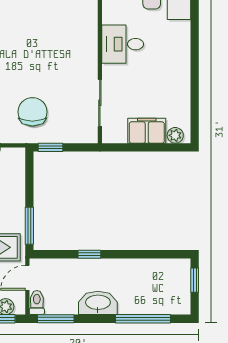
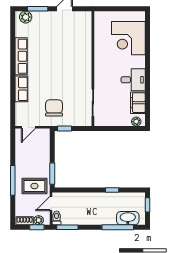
desk: (123, 44) -> (133, 80), moved, turned 180
filing cabinet: (147, 131) -> (138, 103), moved, turned -90
window: (89, 254) -> (112, 190), moved
washbasin: (98, 303) -> (128, 218), moved

